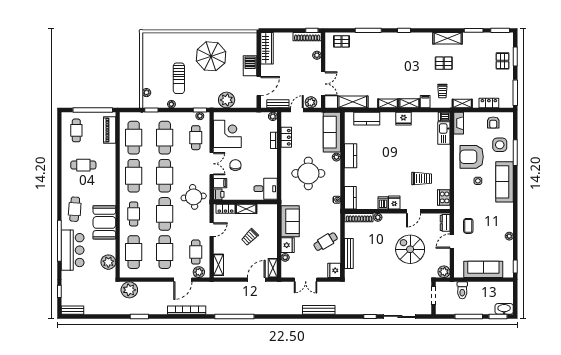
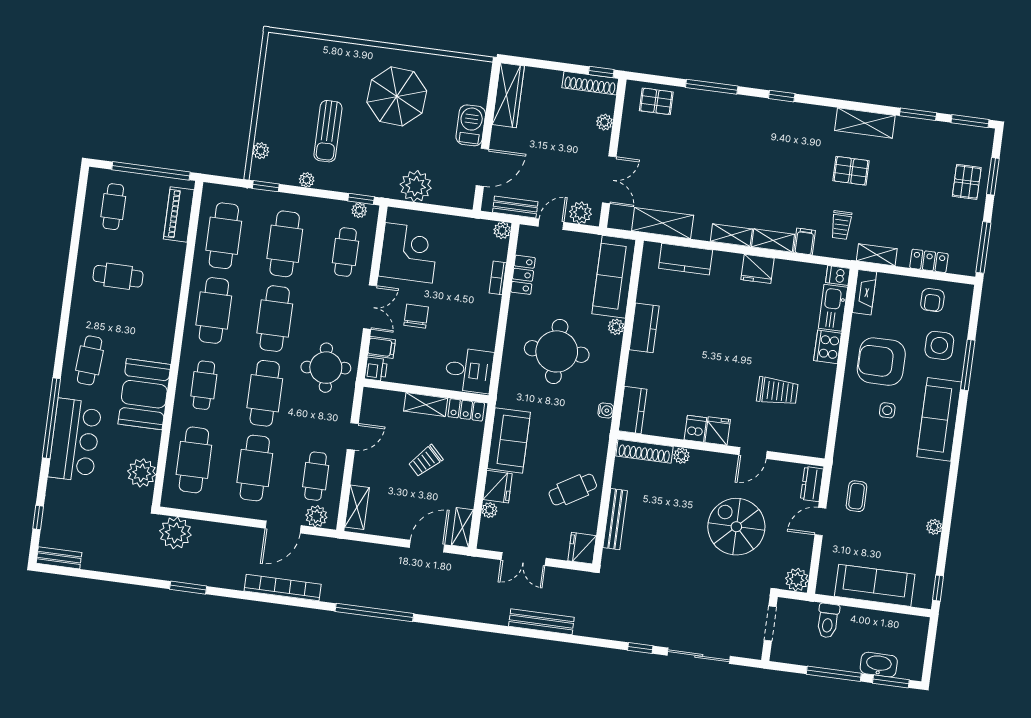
cooker: (444, 197) -> (828, 347), moved
locker: (226, 209) -> (466, 410), moved
washbasin: (504, 309) -> (879, 665), moved

